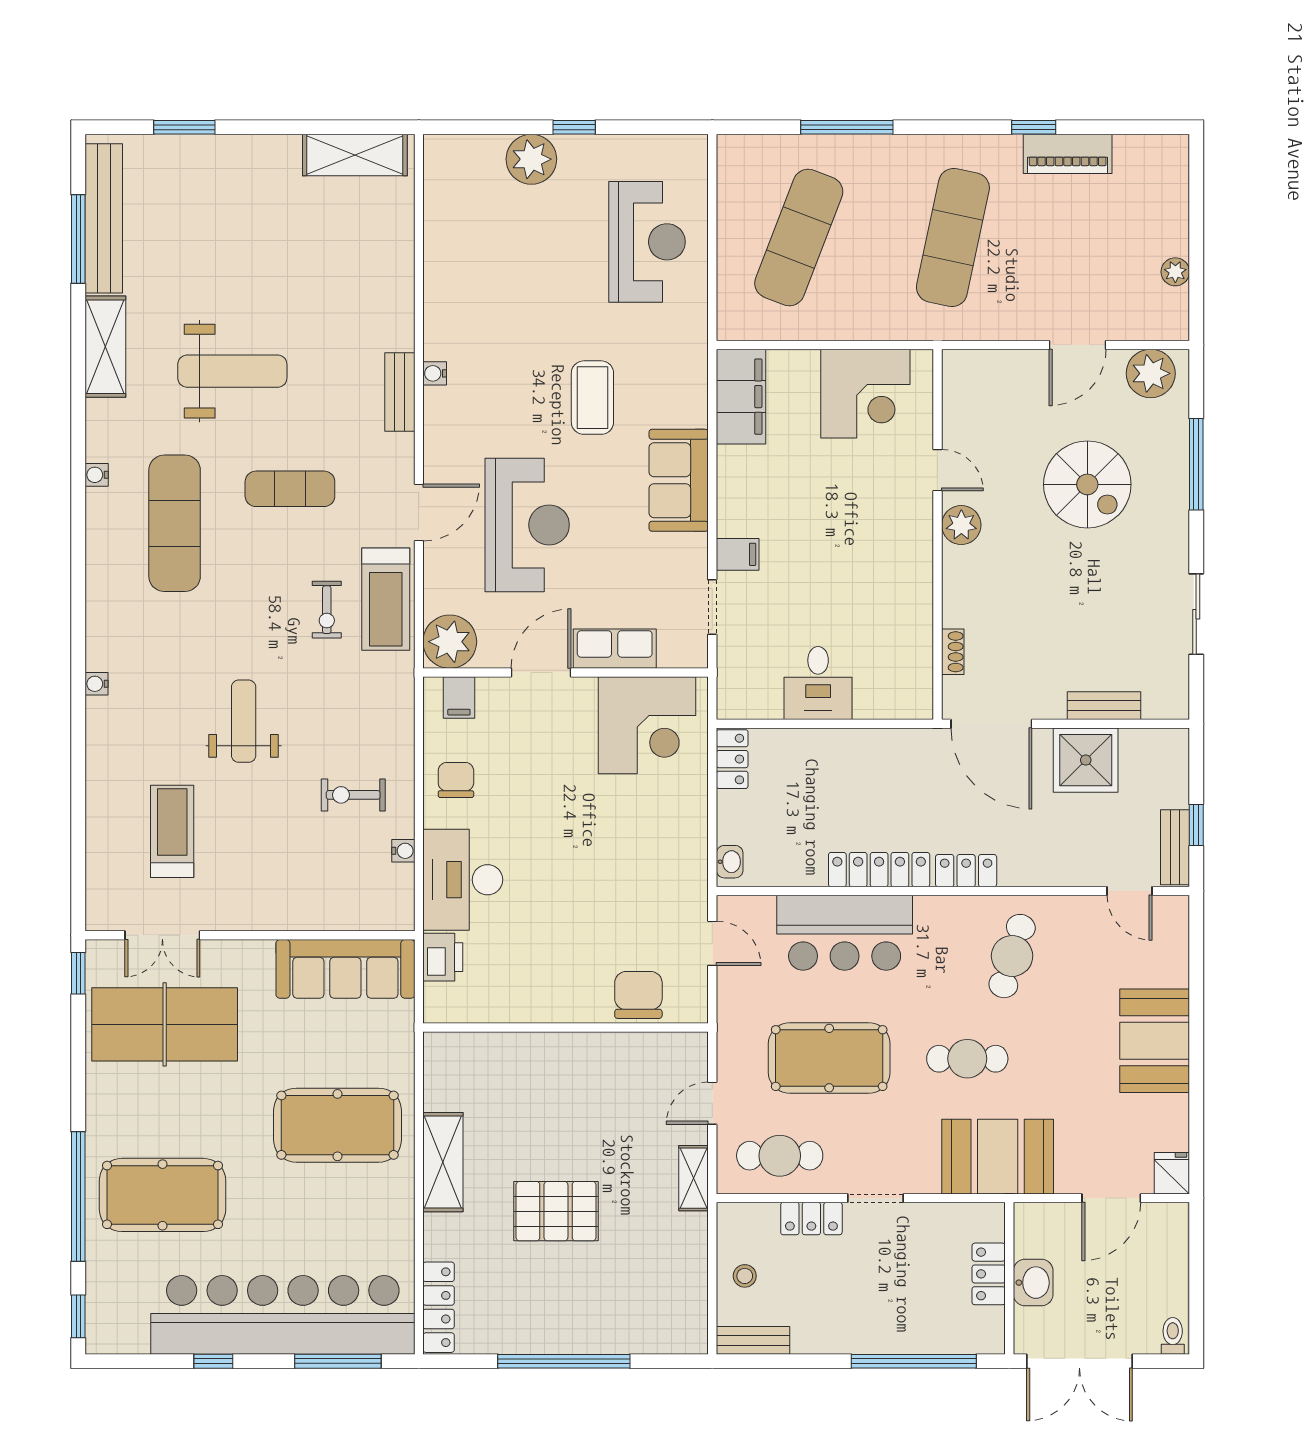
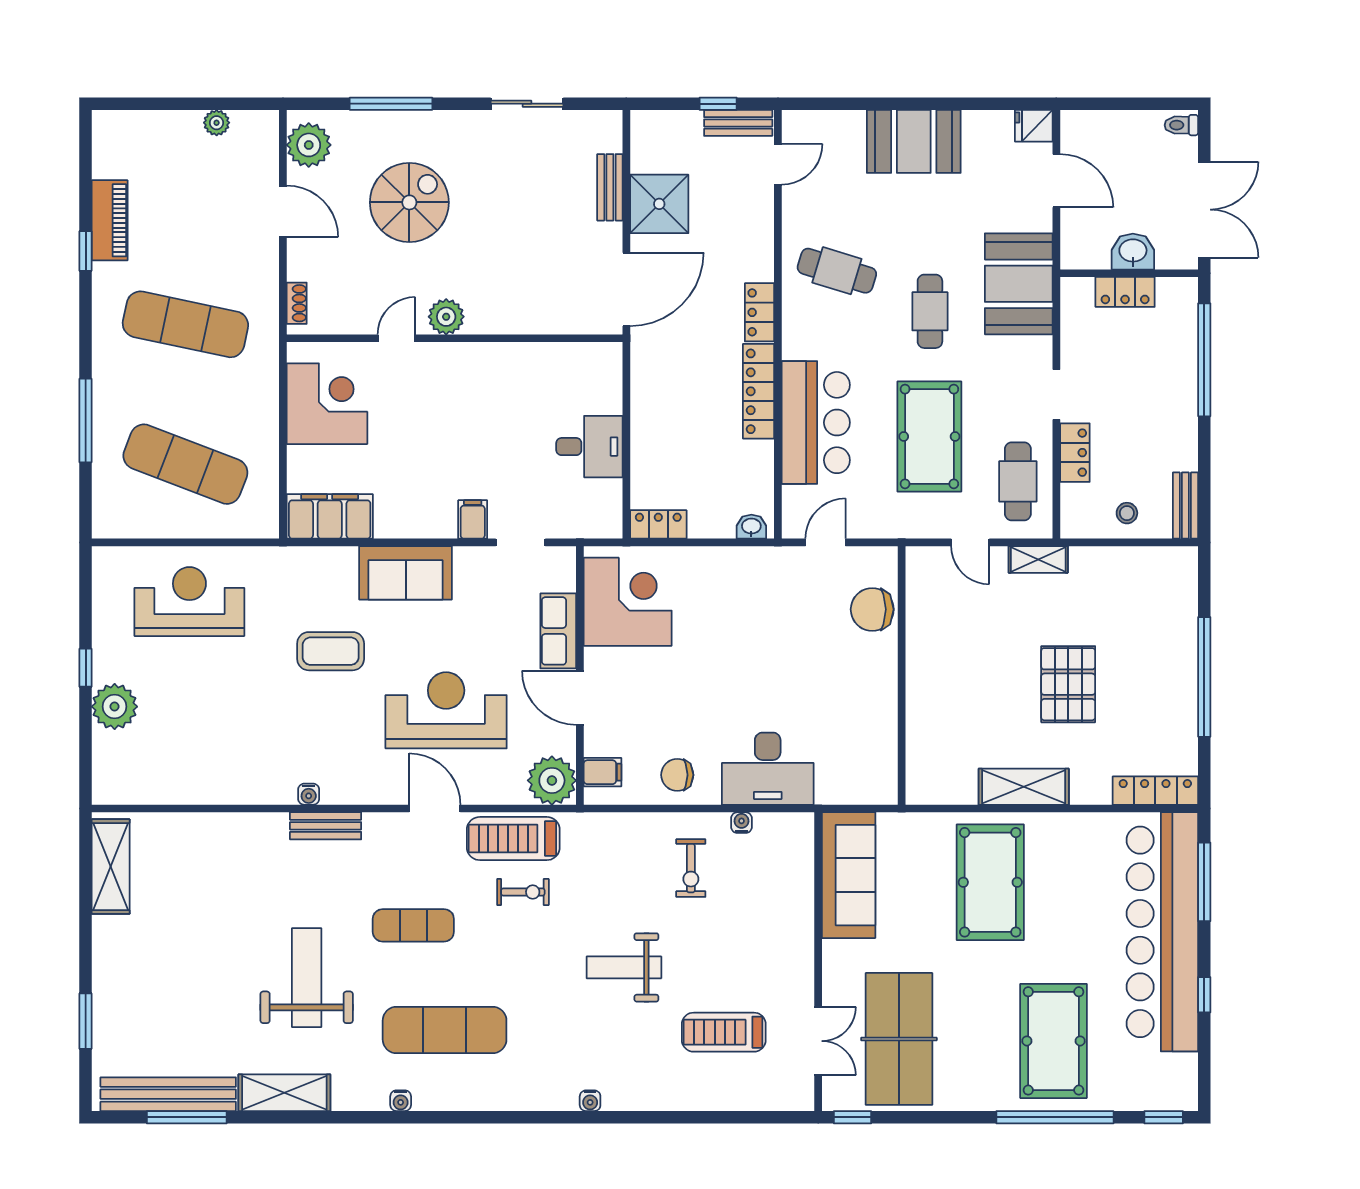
exercise mat: (290, 489) -> (413, 925), turned 90
treadmill: (386, 599) -> (513, 839), turned 180
shoe rack: (953, 652) -> (297, 303), moved, turned 90
printer: (443, 957) -> (838, 787), removed

